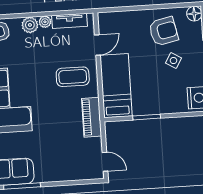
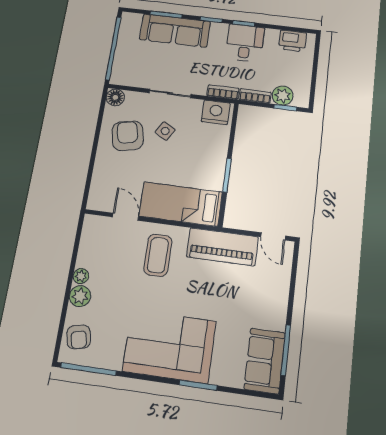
tv unit: (70, 21) -> (87, 245), removed
piano: (92, 117) -> (222, 247), width x1.37, depth x1.33
door: (105, 162) -> (273, 236), swing flipped

